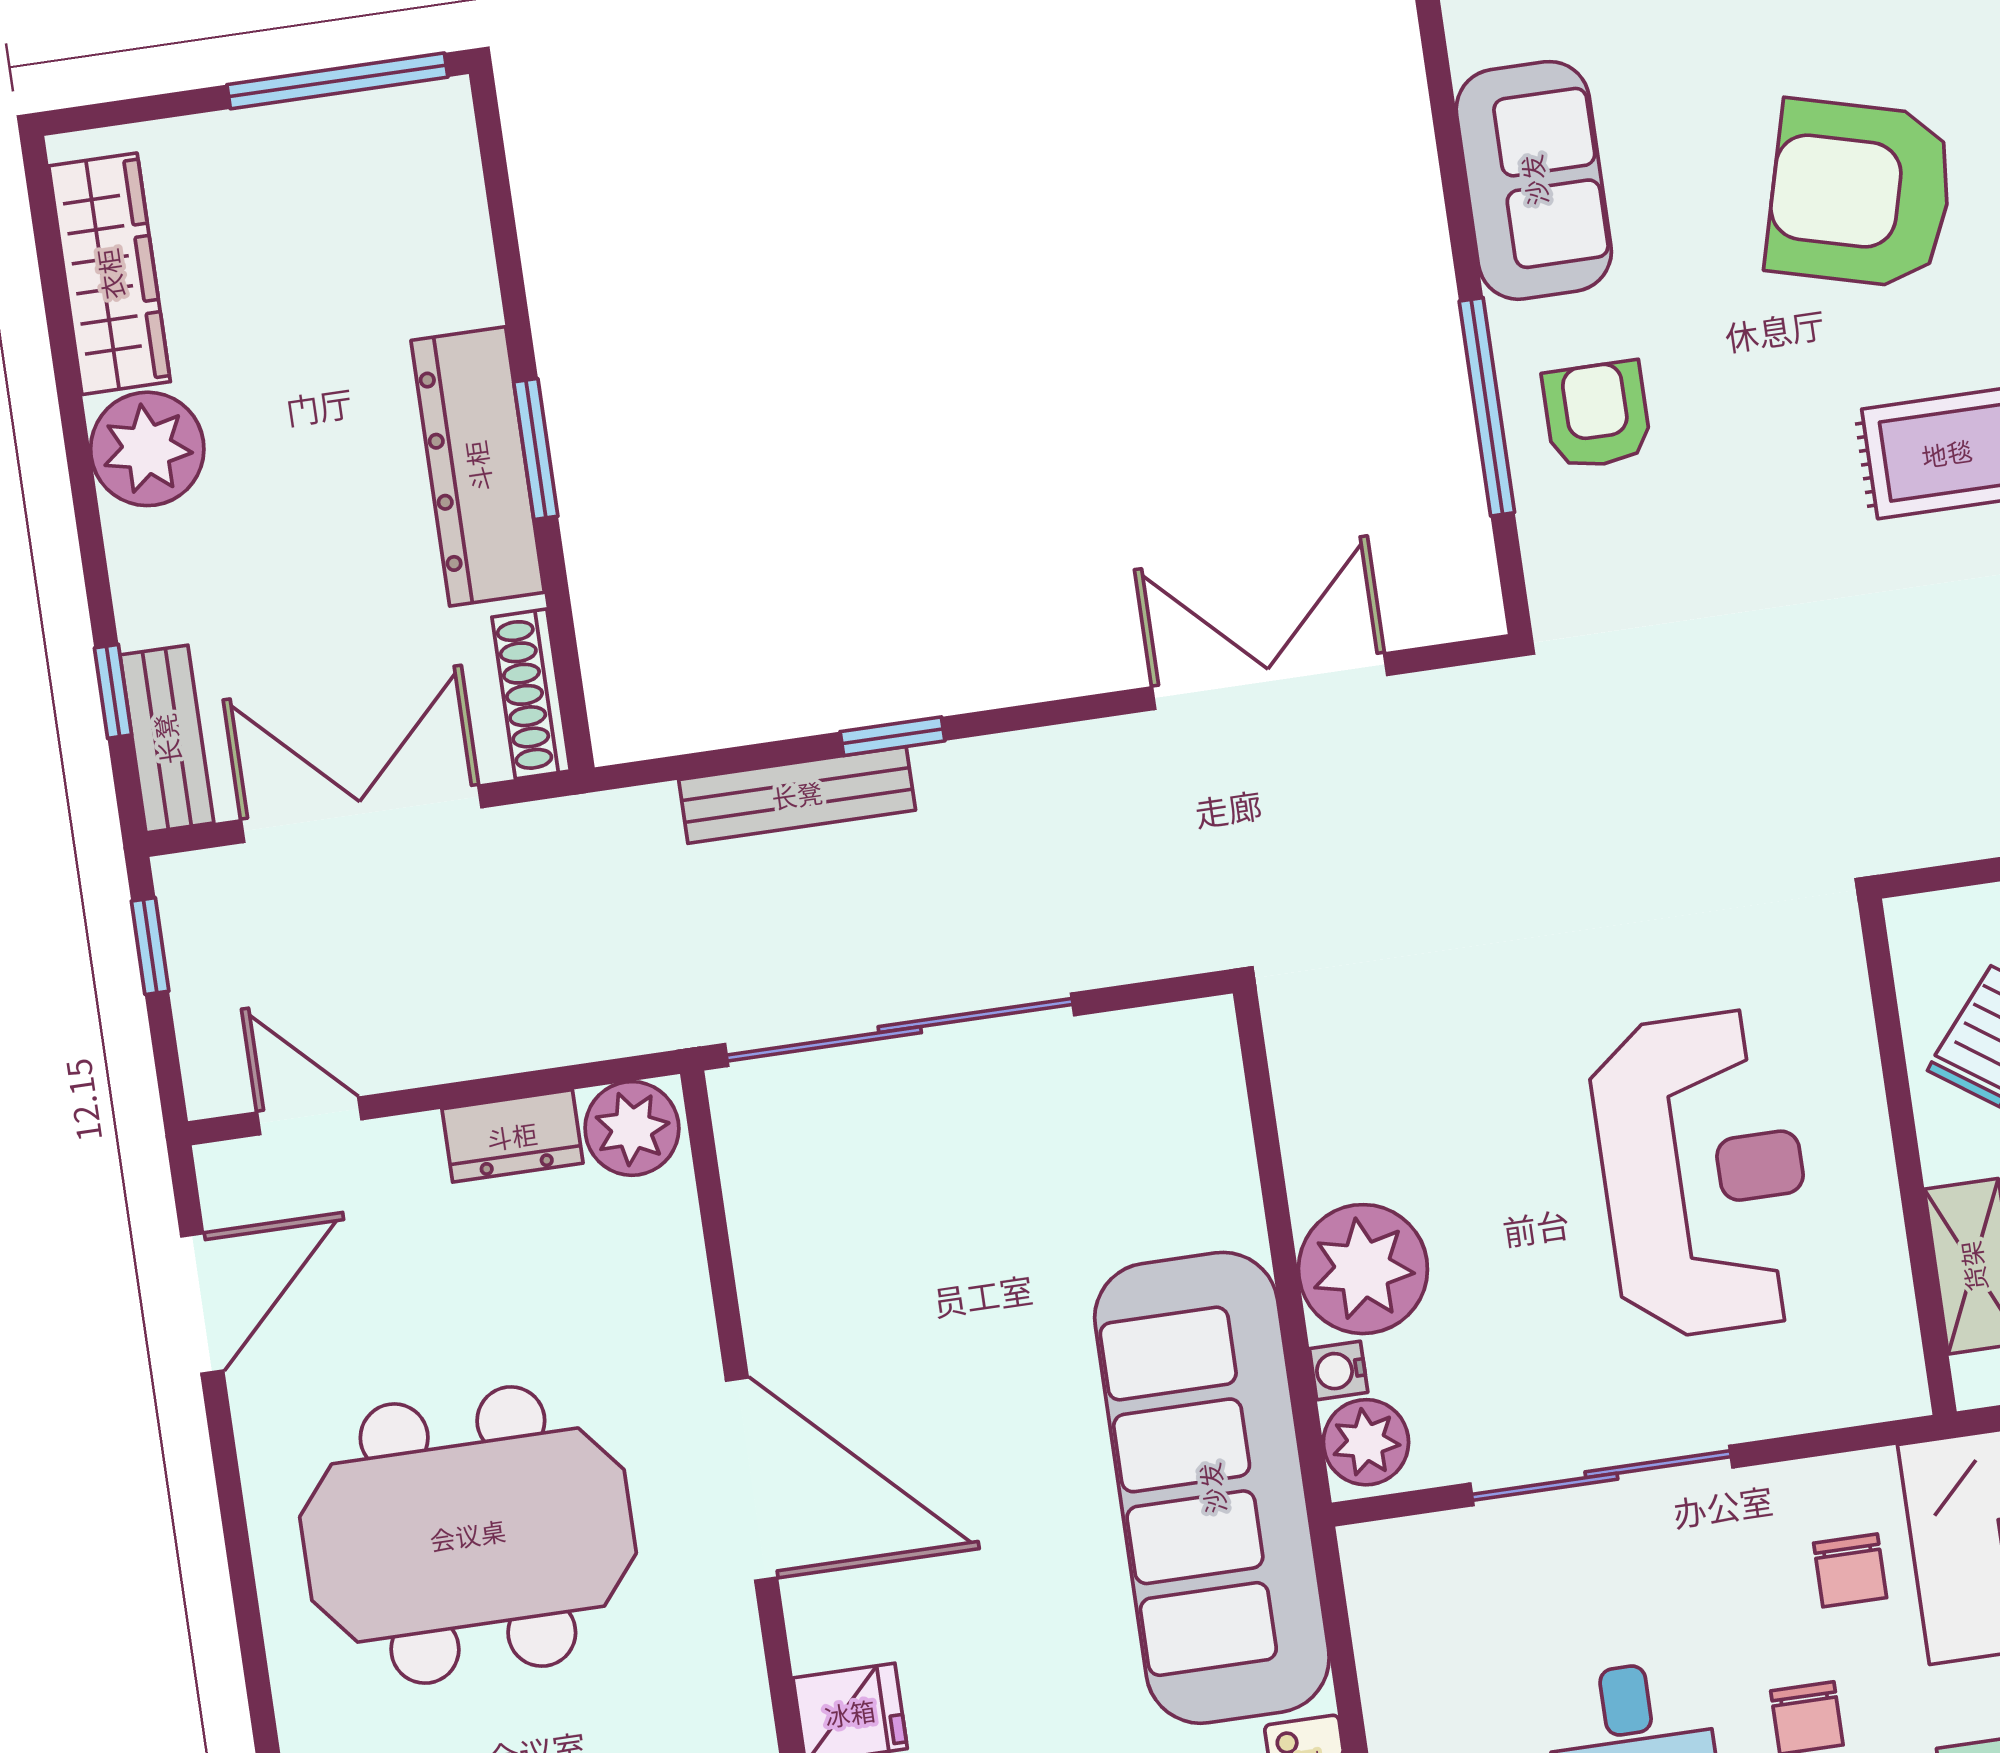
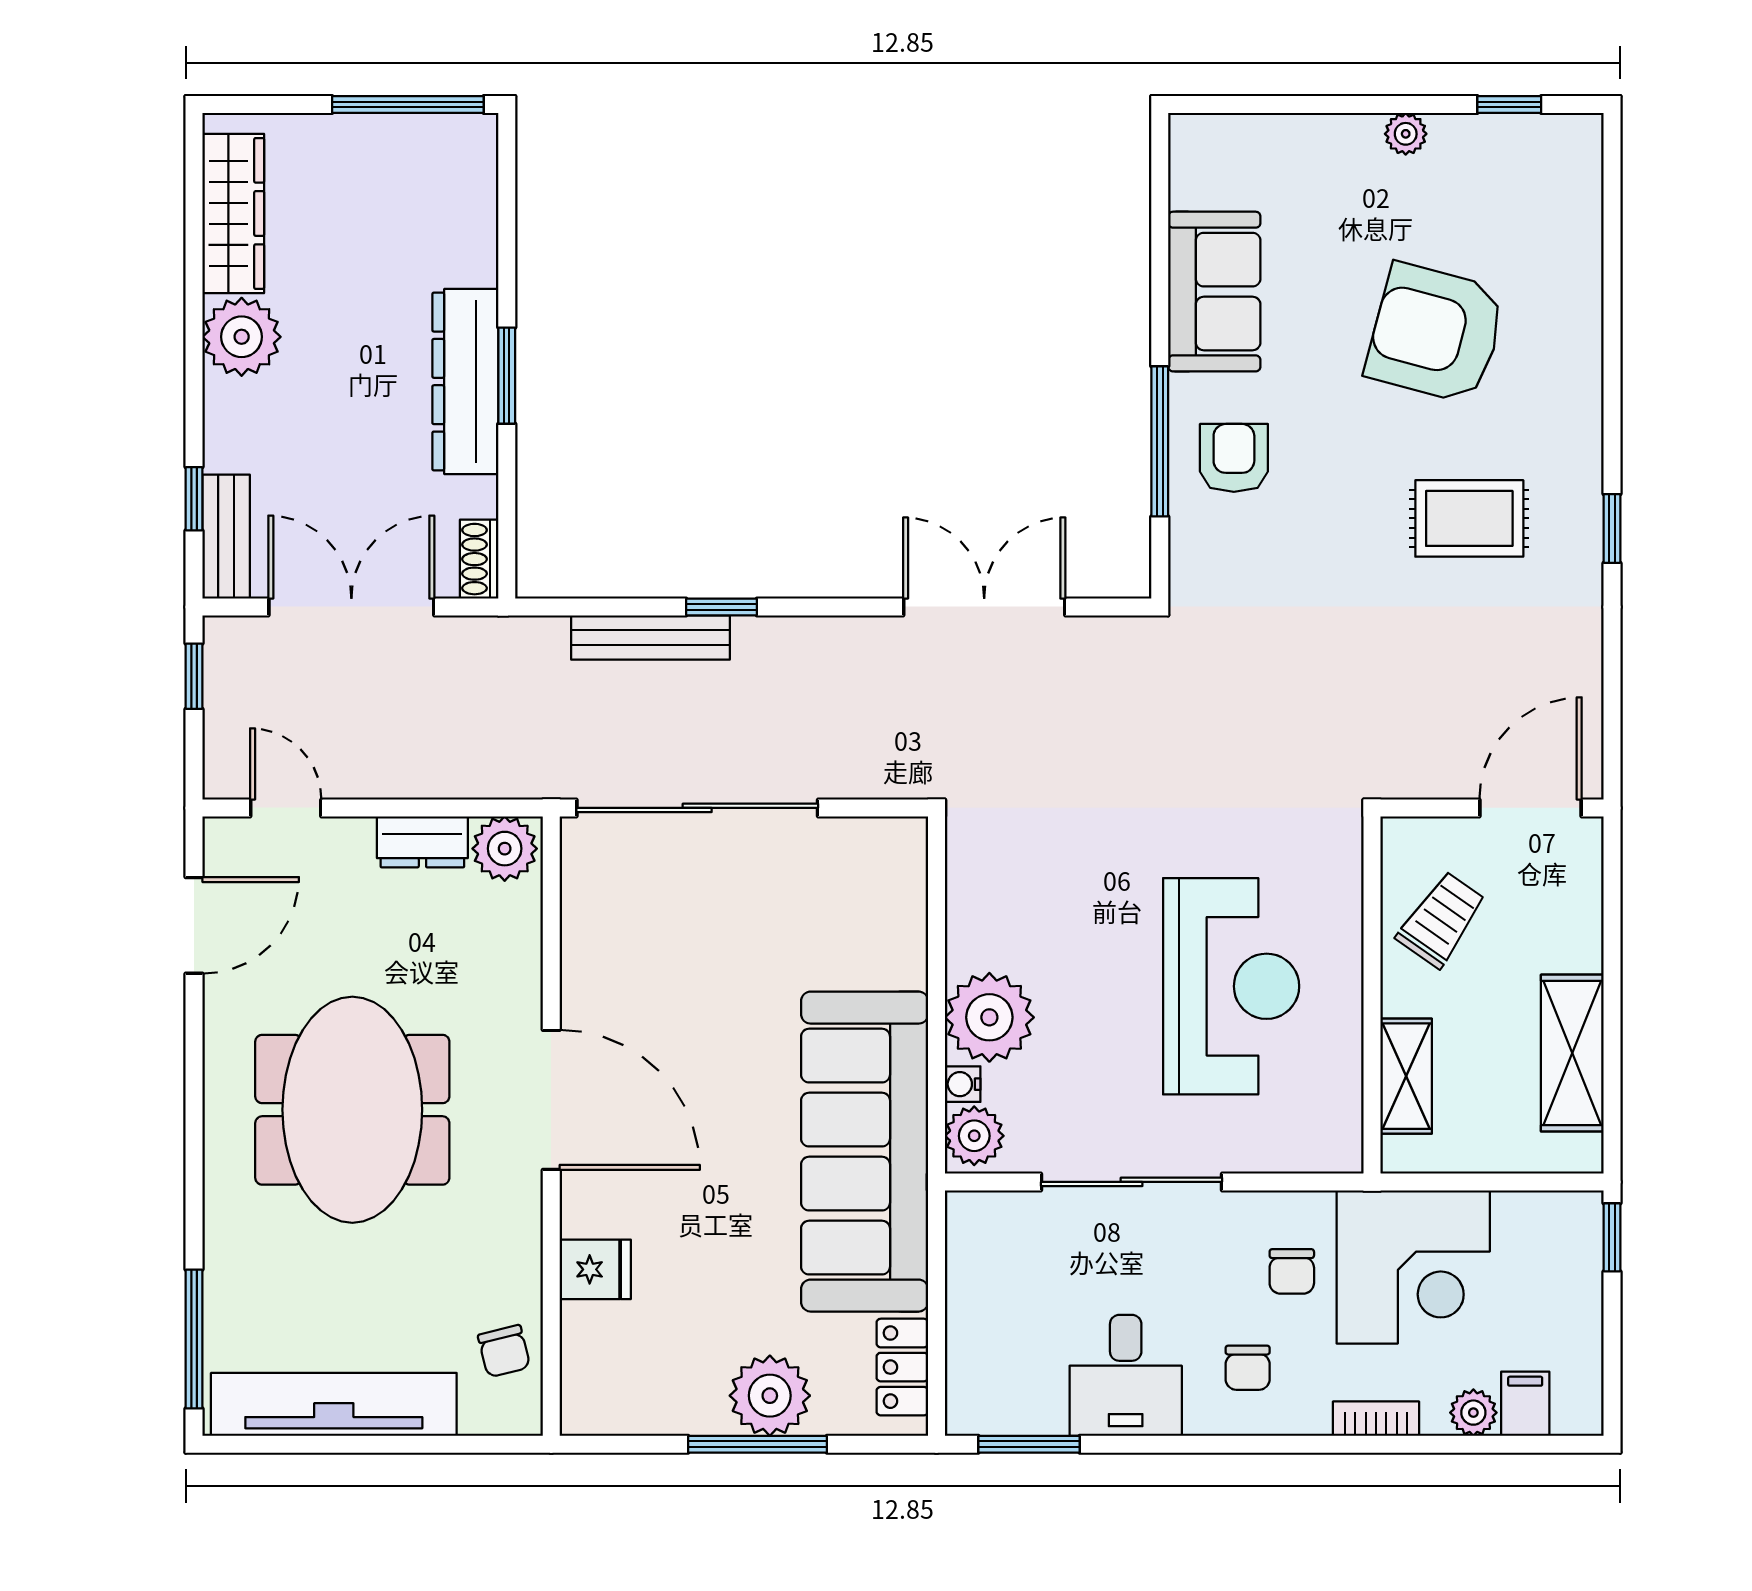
shoe rack: (531, 694) -> (479, 559), width x0.70
meeting table: (468, 1535) -> (352, 1110), turned 90

